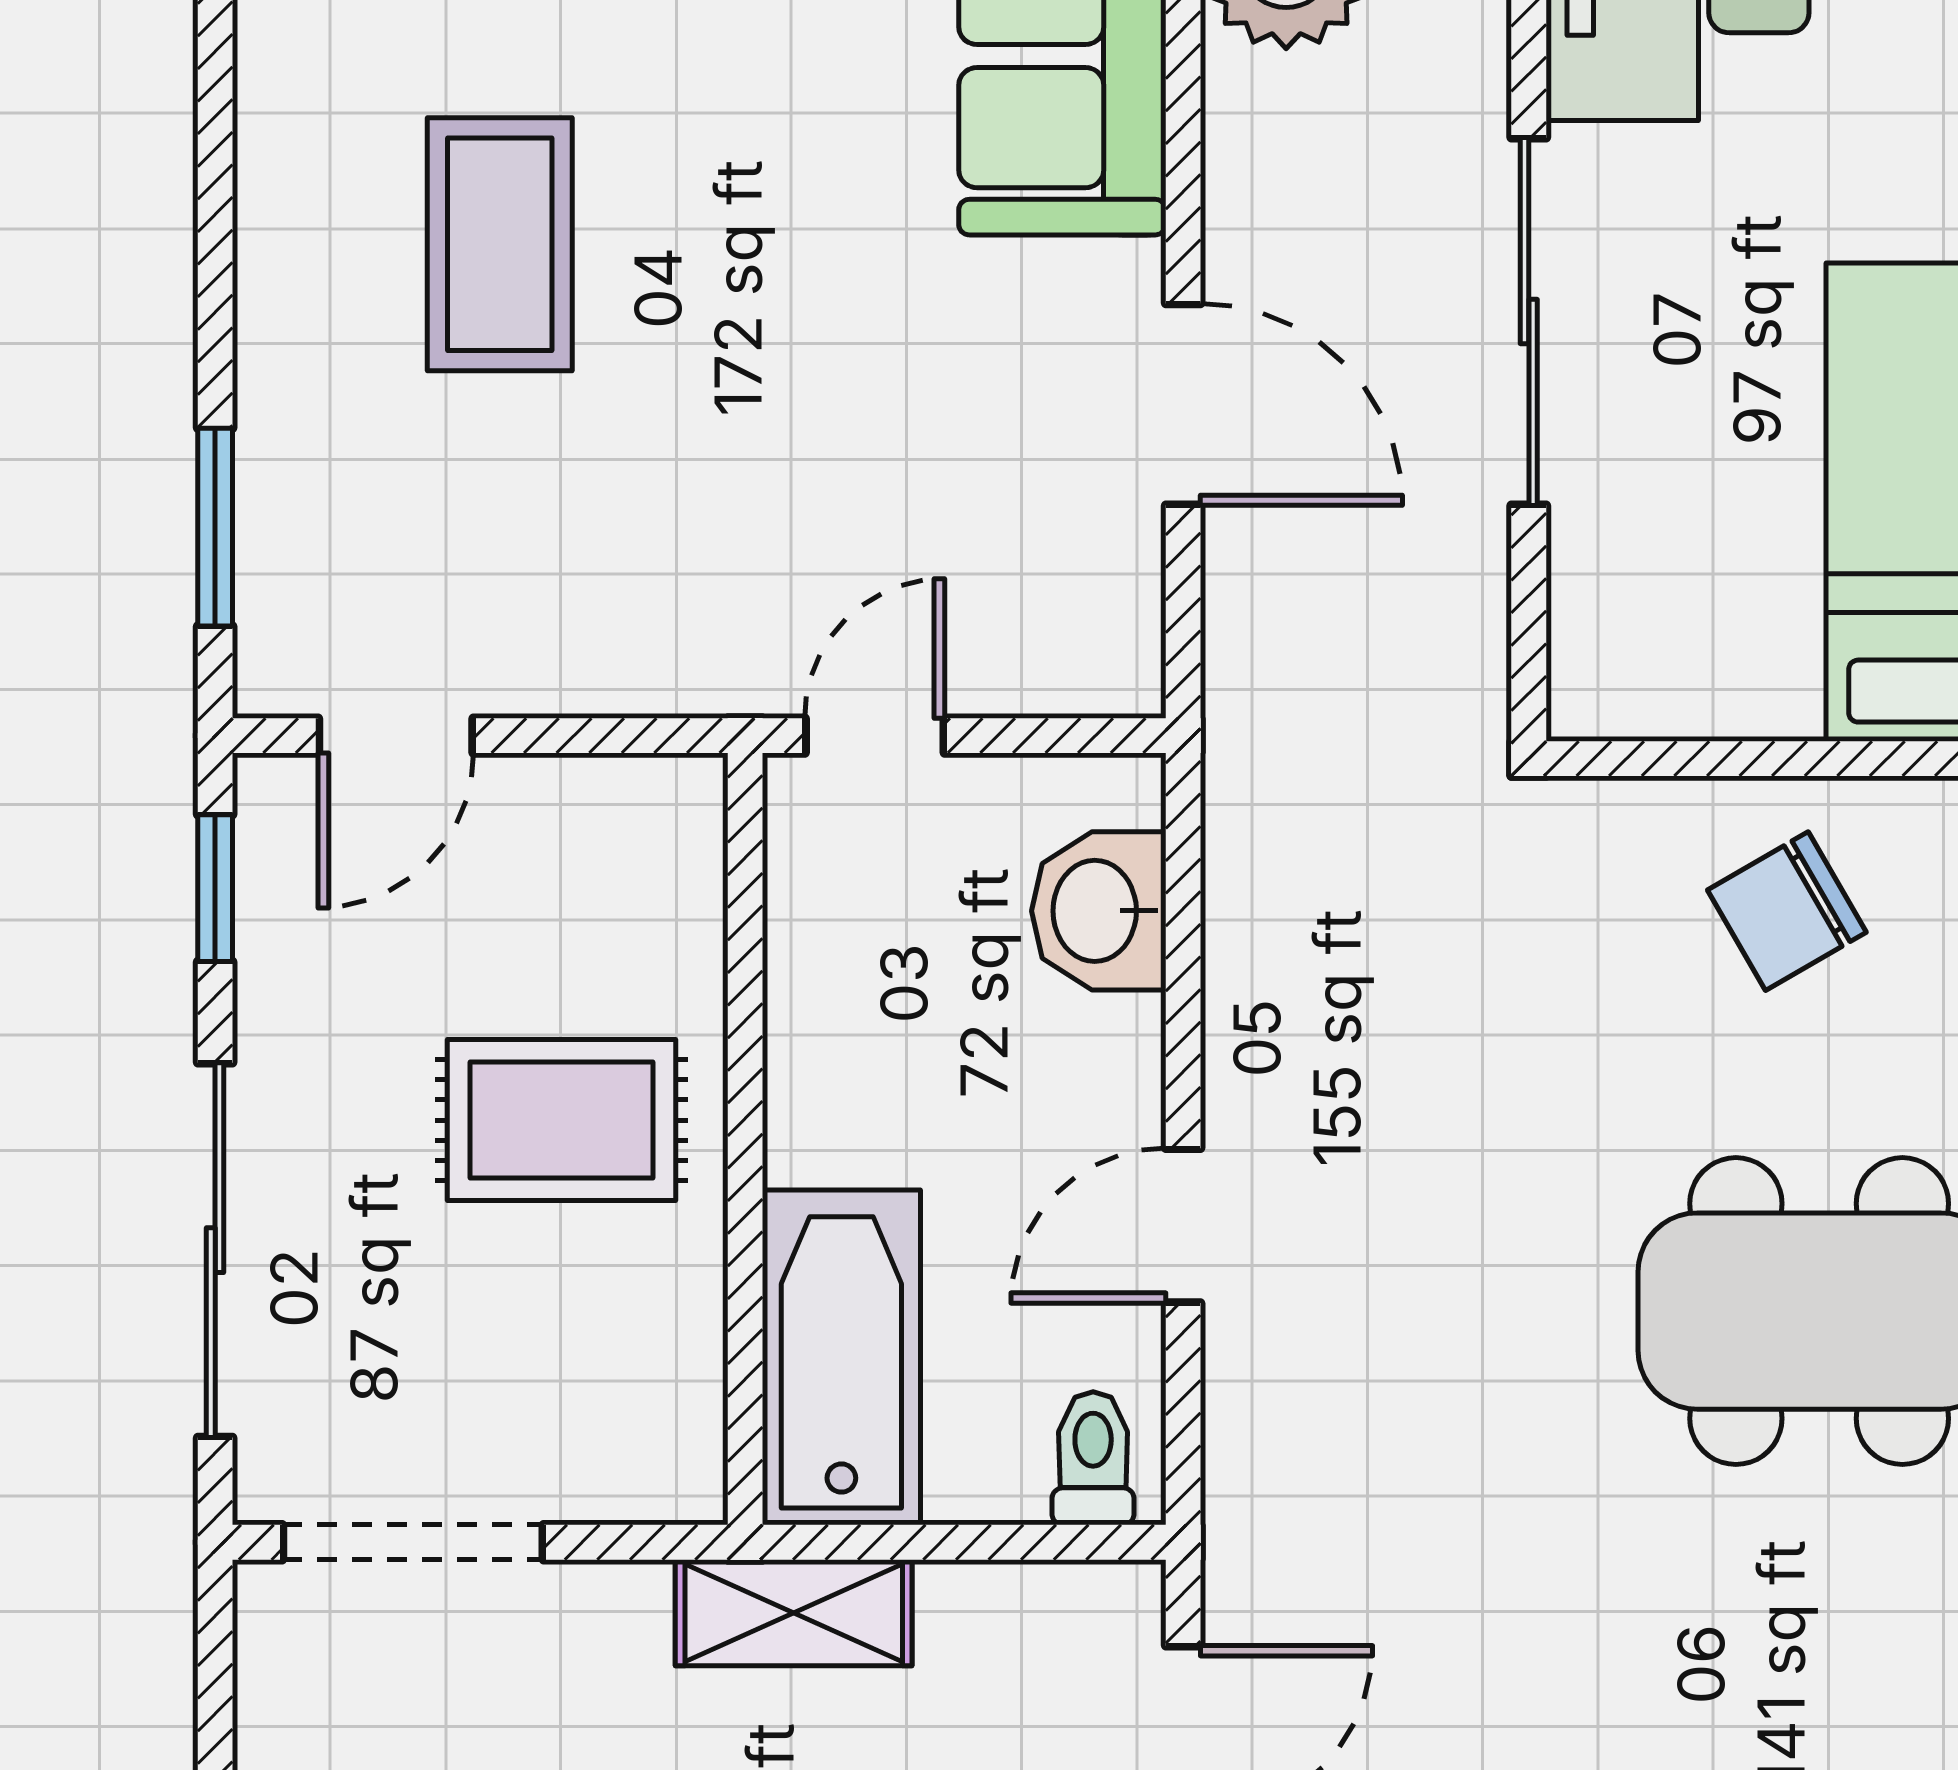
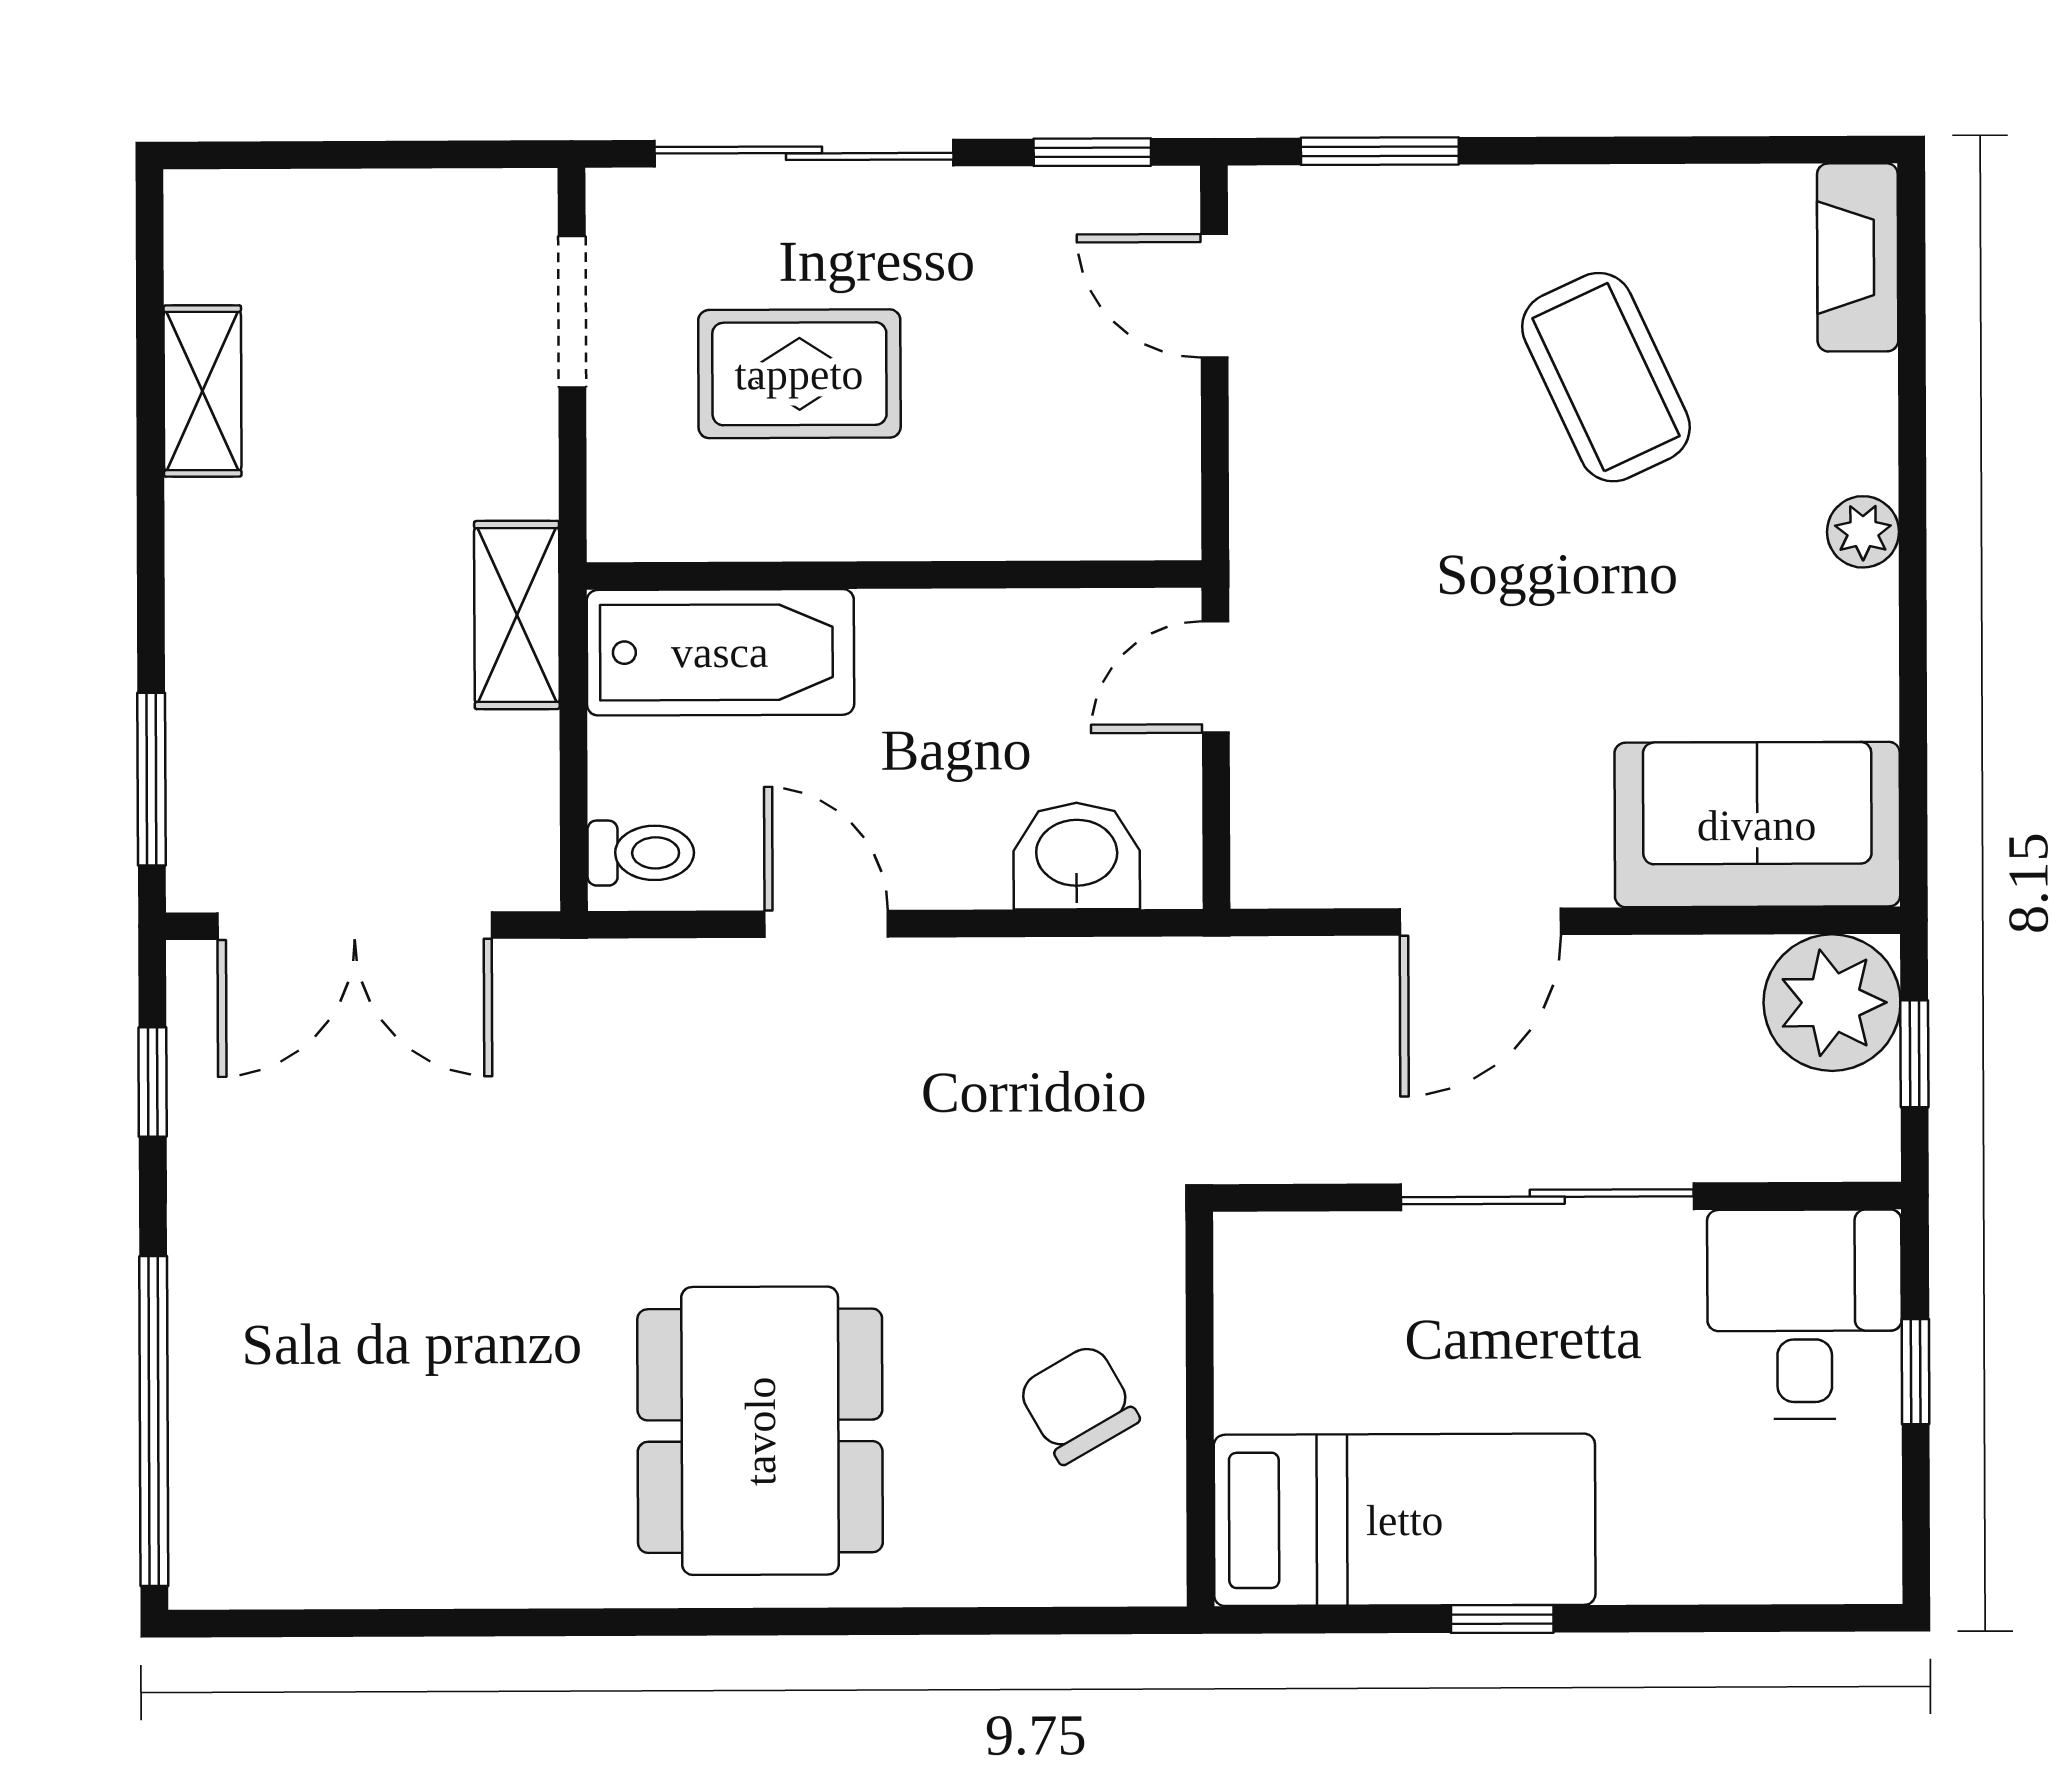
coffee table: (500, 244) -> (1606, 377), turned 65
door: (875, 736) -> (1216, 677), swing flipped
rug: (562, 1120) -> (799, 374), moved, turned 90
doorway: (413, 1542) -> (572, 312), width x0.73

